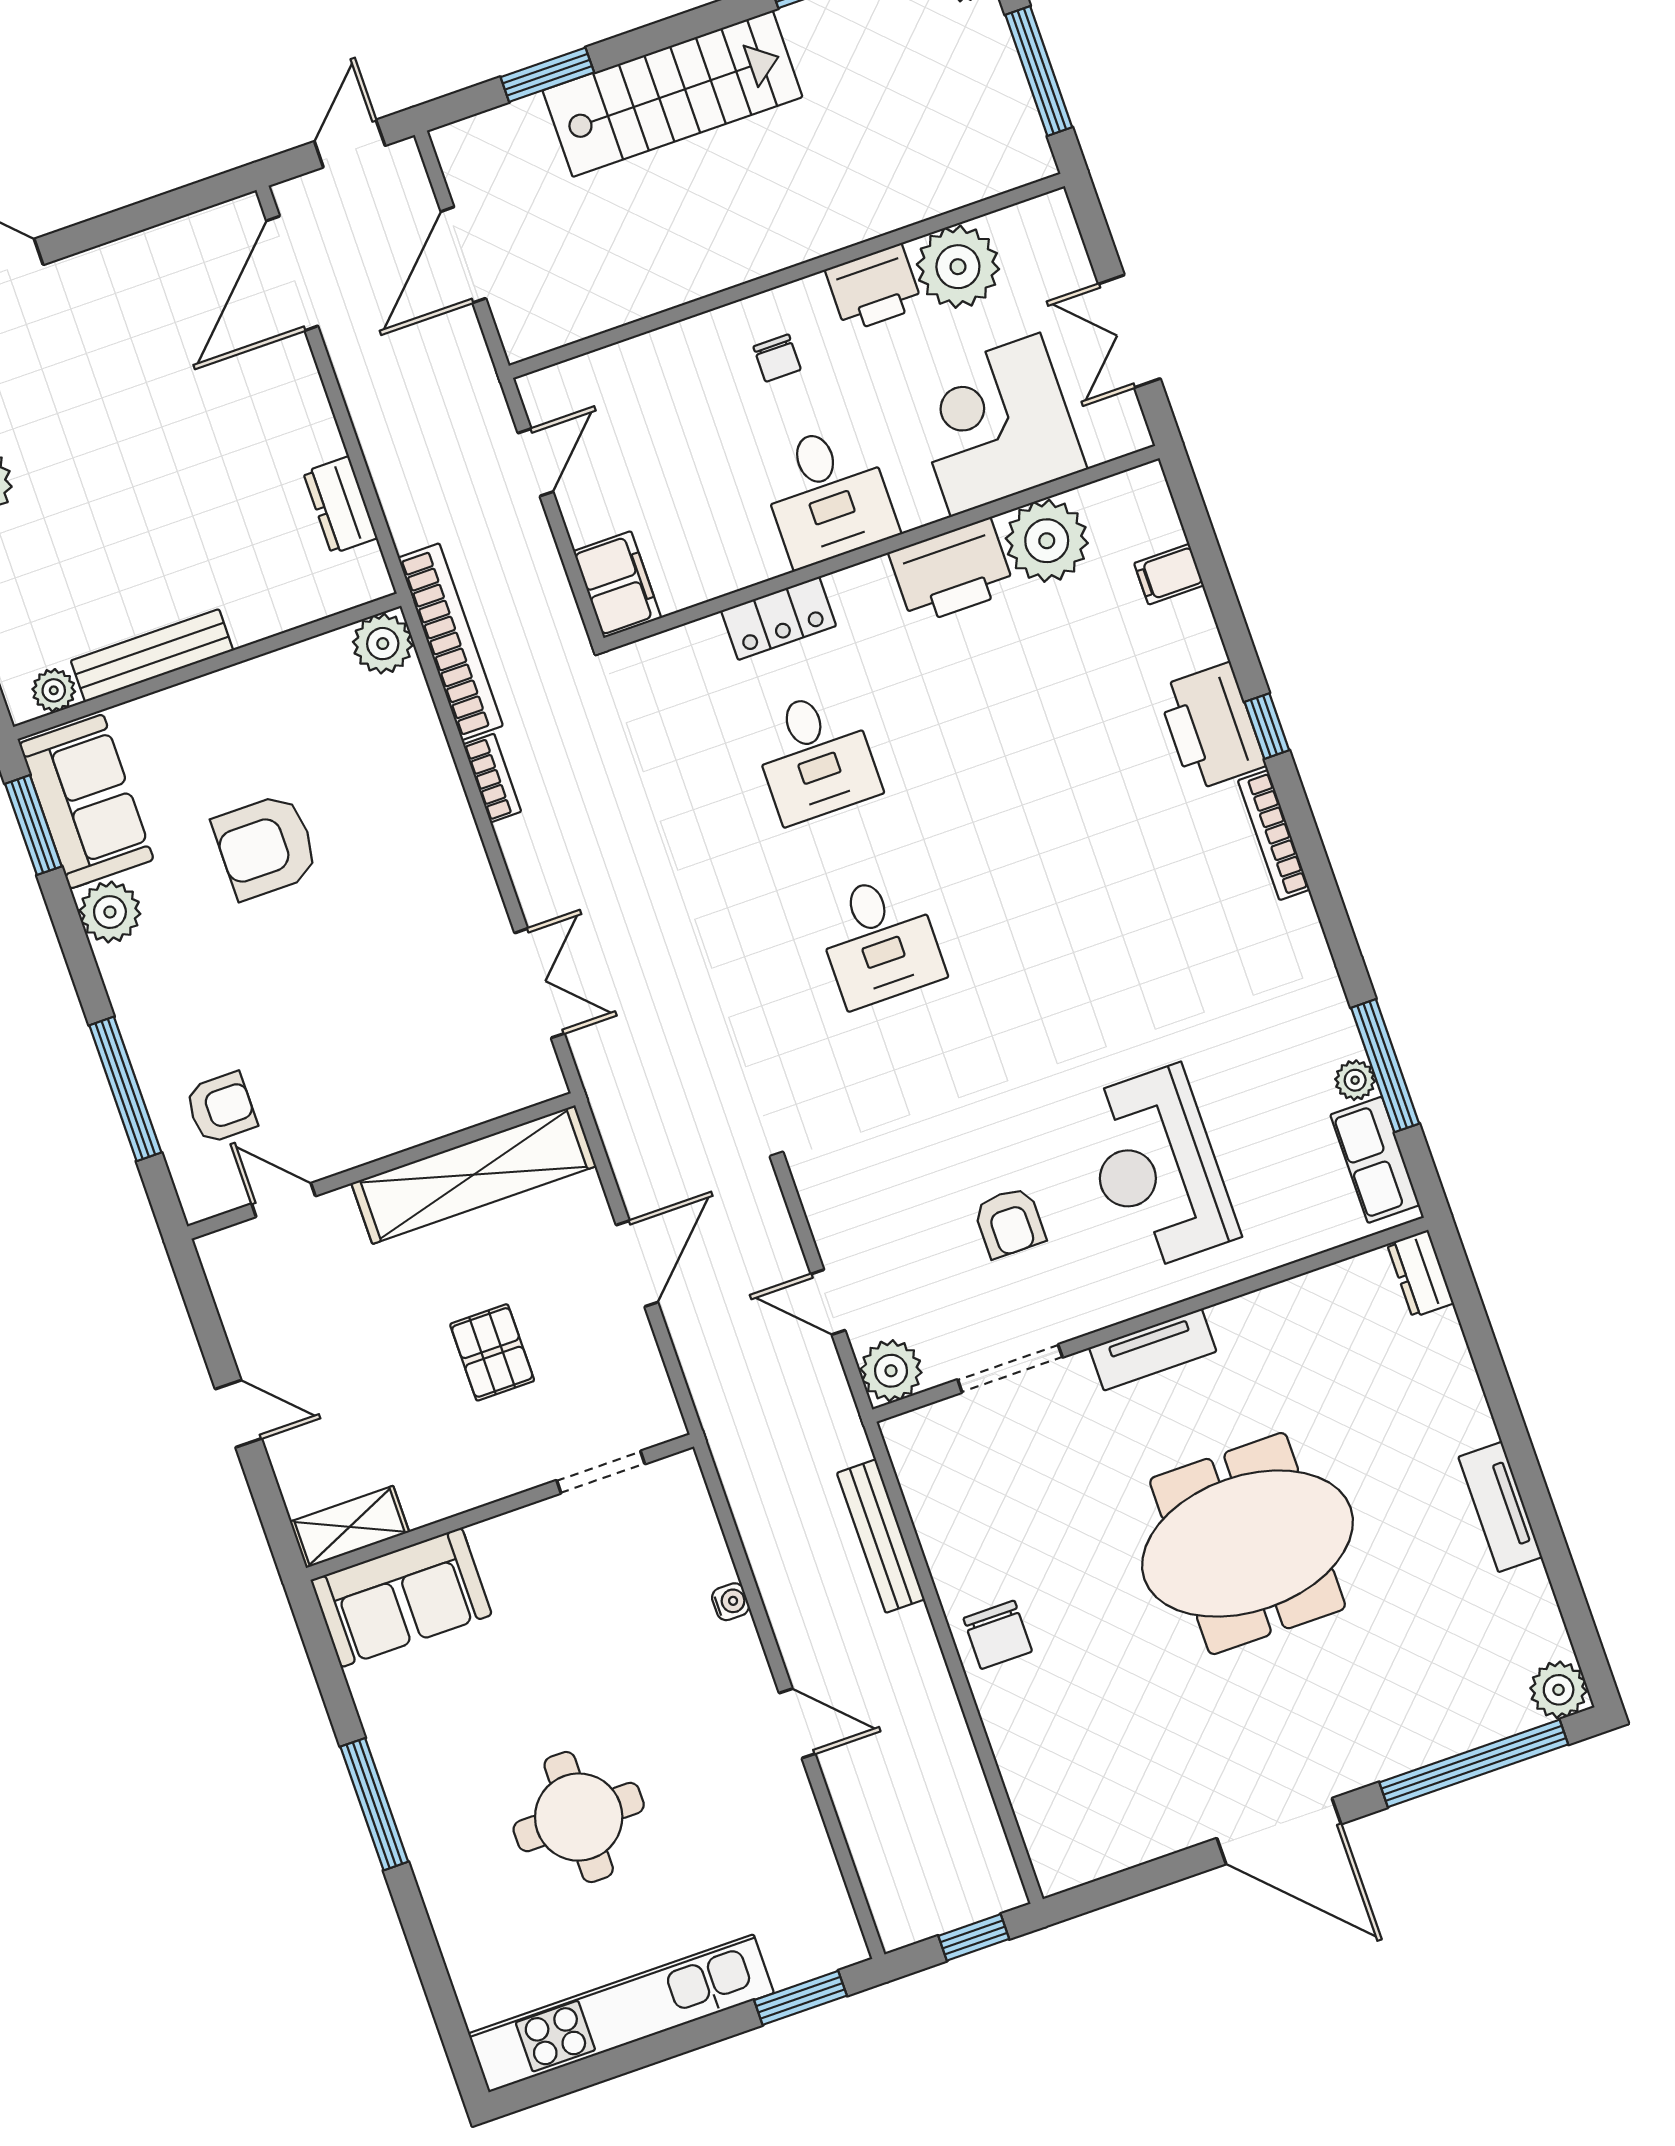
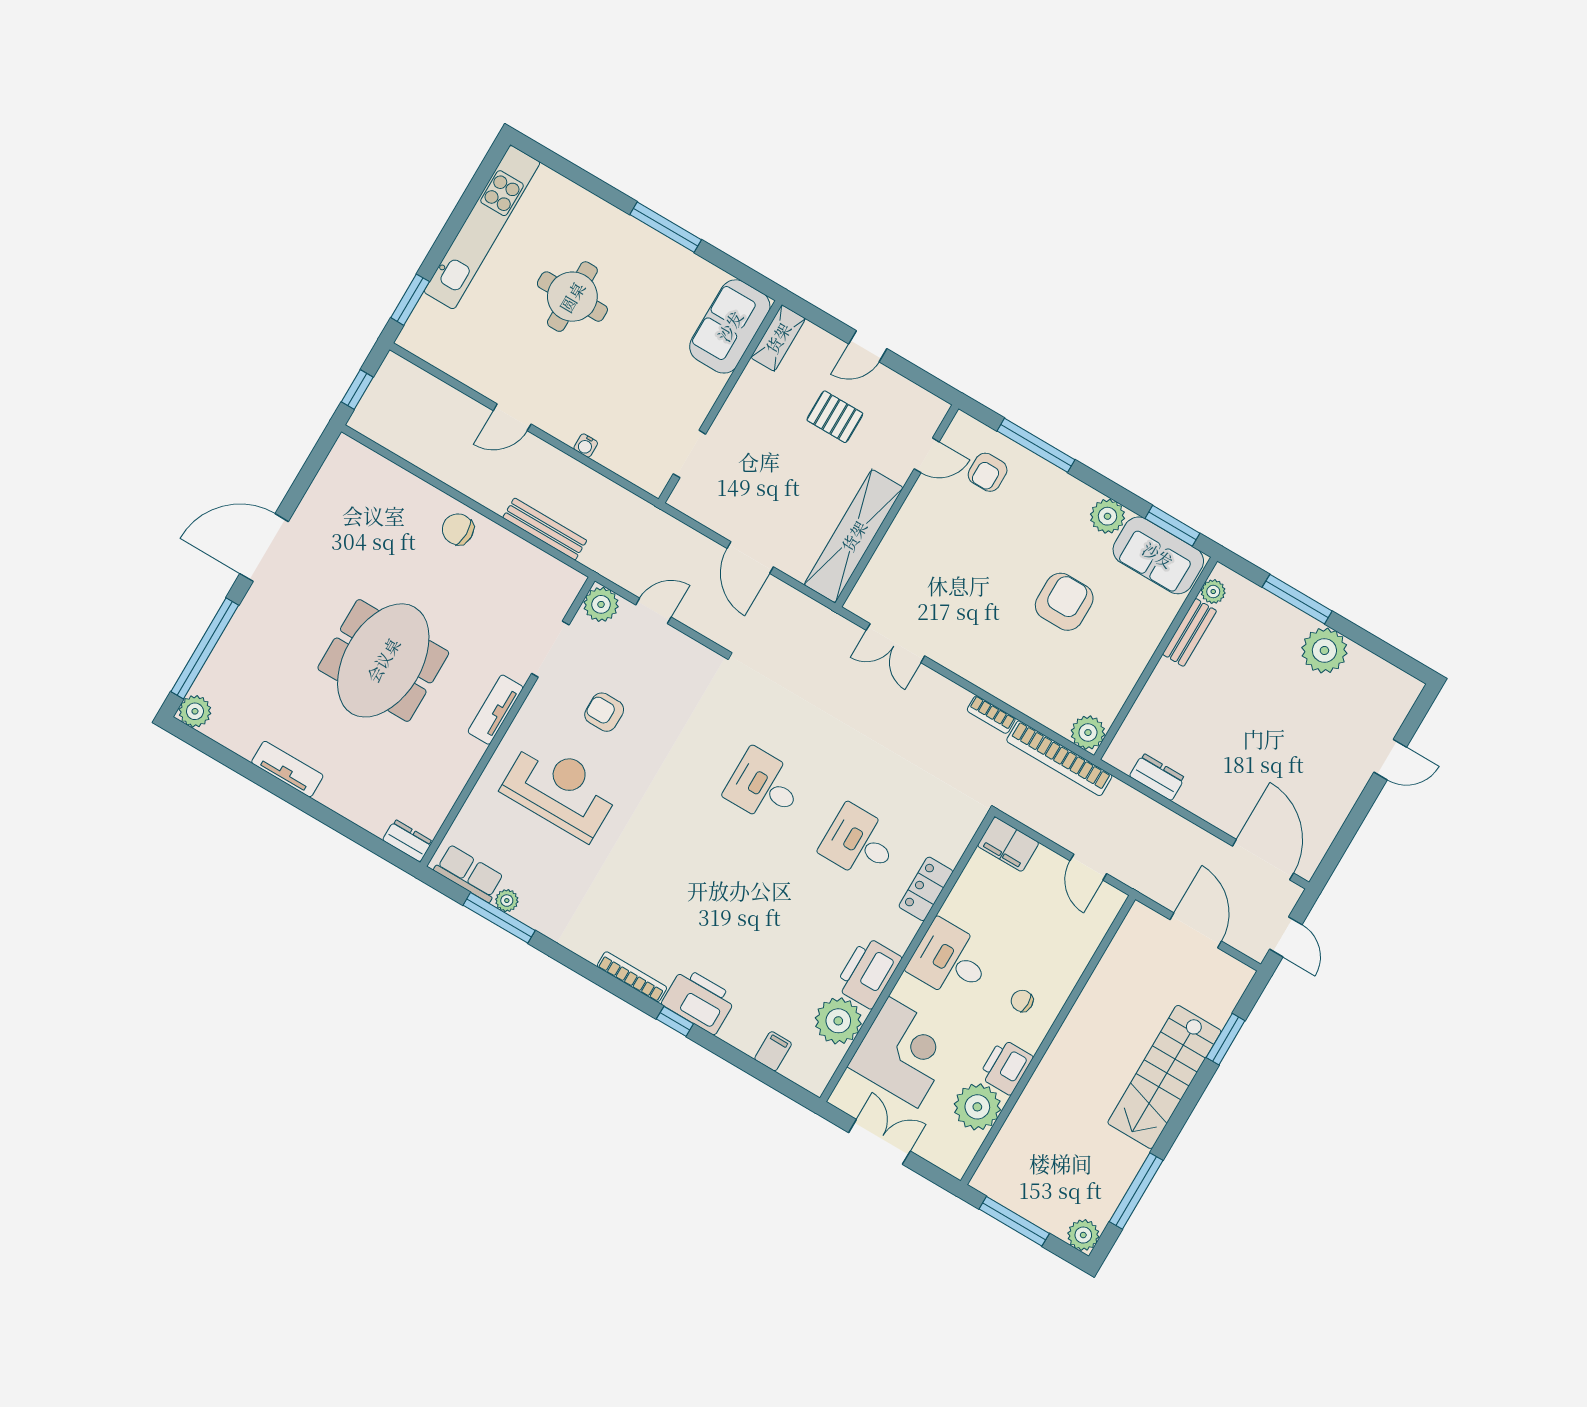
bench: (152, 656) -> (1189, 632), width x0.73
pallet: (492, 1352) -> (835, 417), moved

